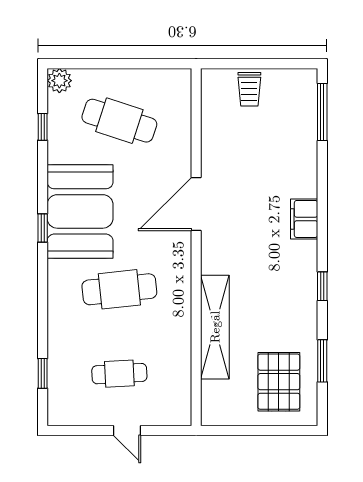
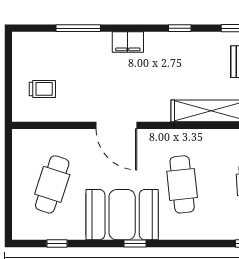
plant: (59, 81) -> (21, 231), removed
trolley: (249, 89) -> (42, 89), moved
window: (322, 112) -> (78, 28), moved

